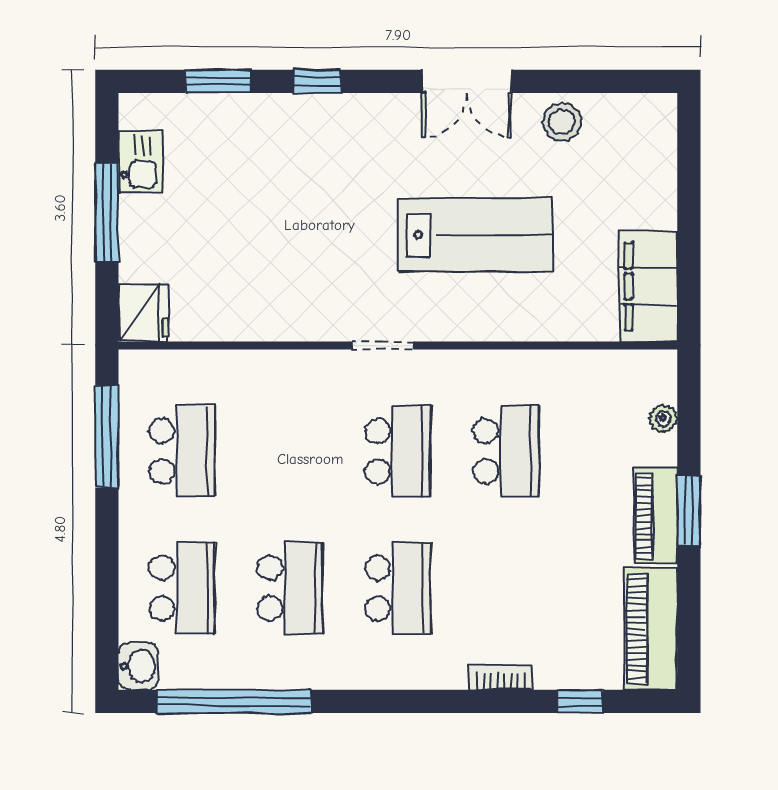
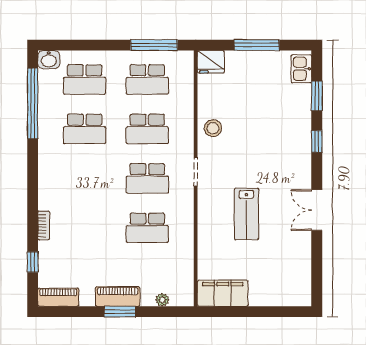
stool: (562, 122) -> (213, 128), moved
kitchen sink: (141, 162) -> (301, 69), moved, turned 90
lab bench: (476, 235) -> (246, 214), width x0.73, depth x0.72
school desk: (398, 588) -> (147, 129), moved
piano: (651, 629) -> (58, 297), width x0.73, depth x0.75

